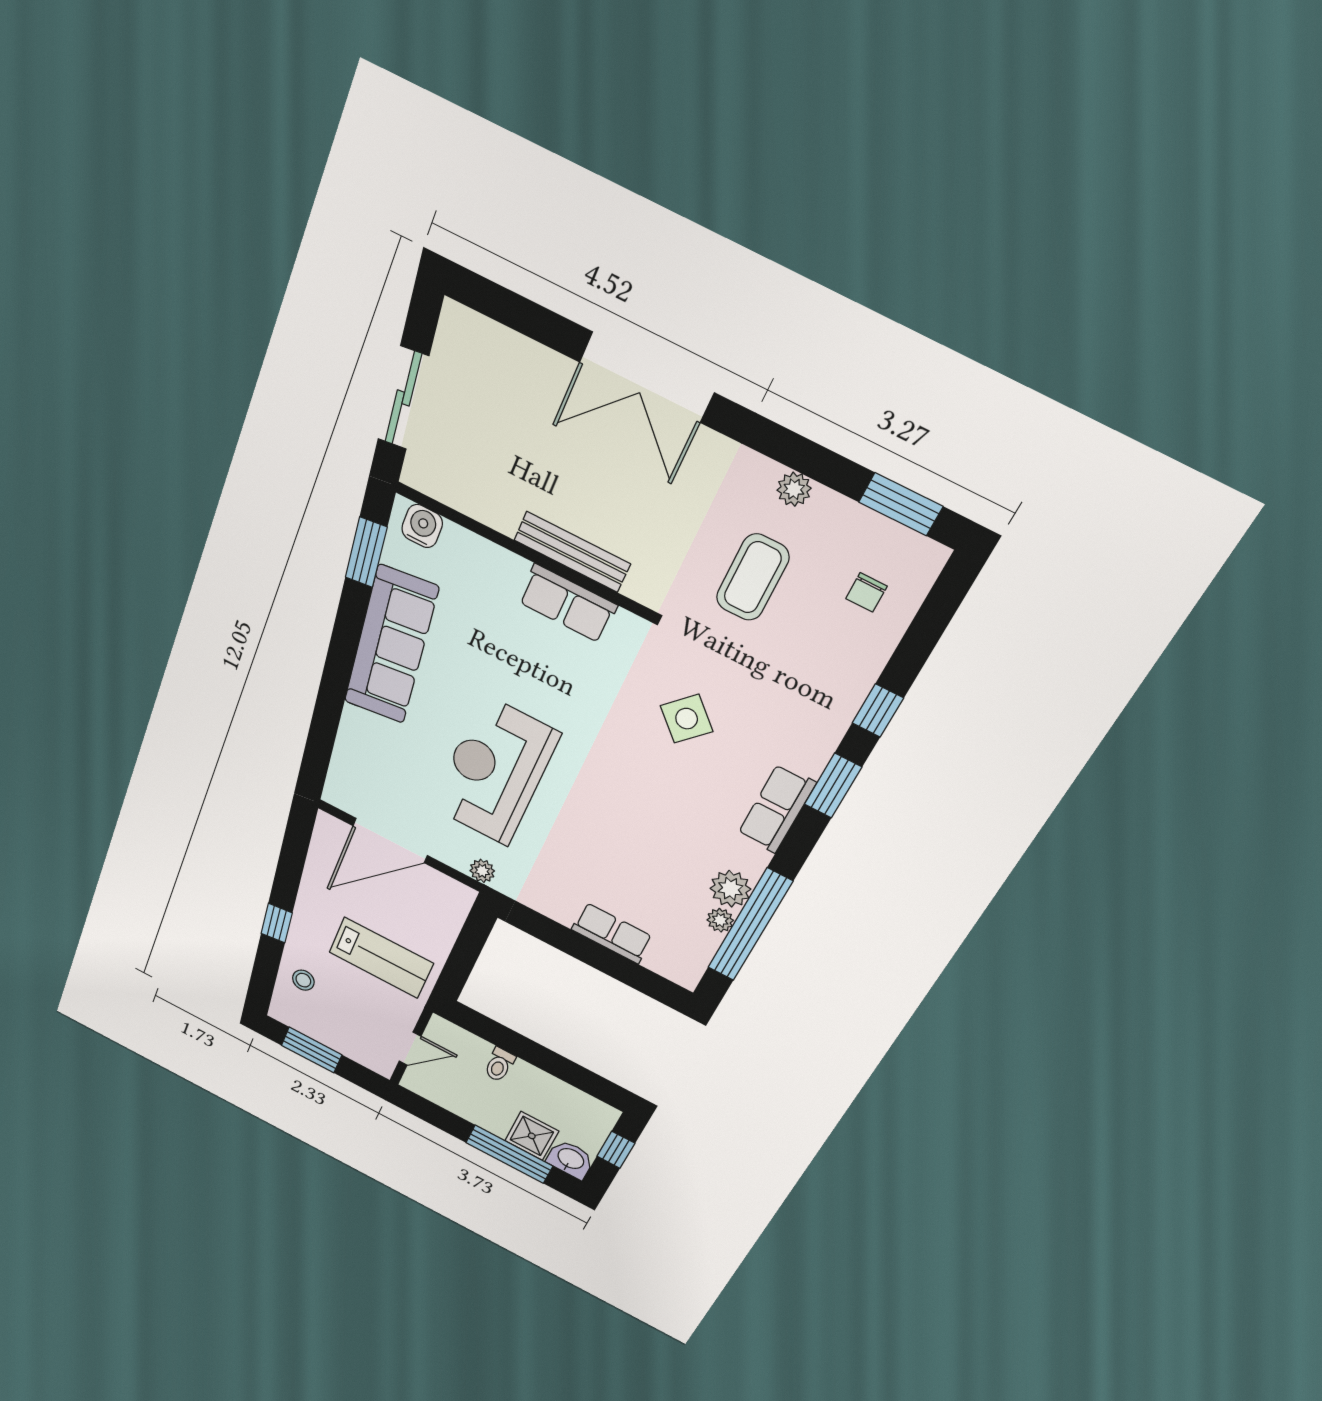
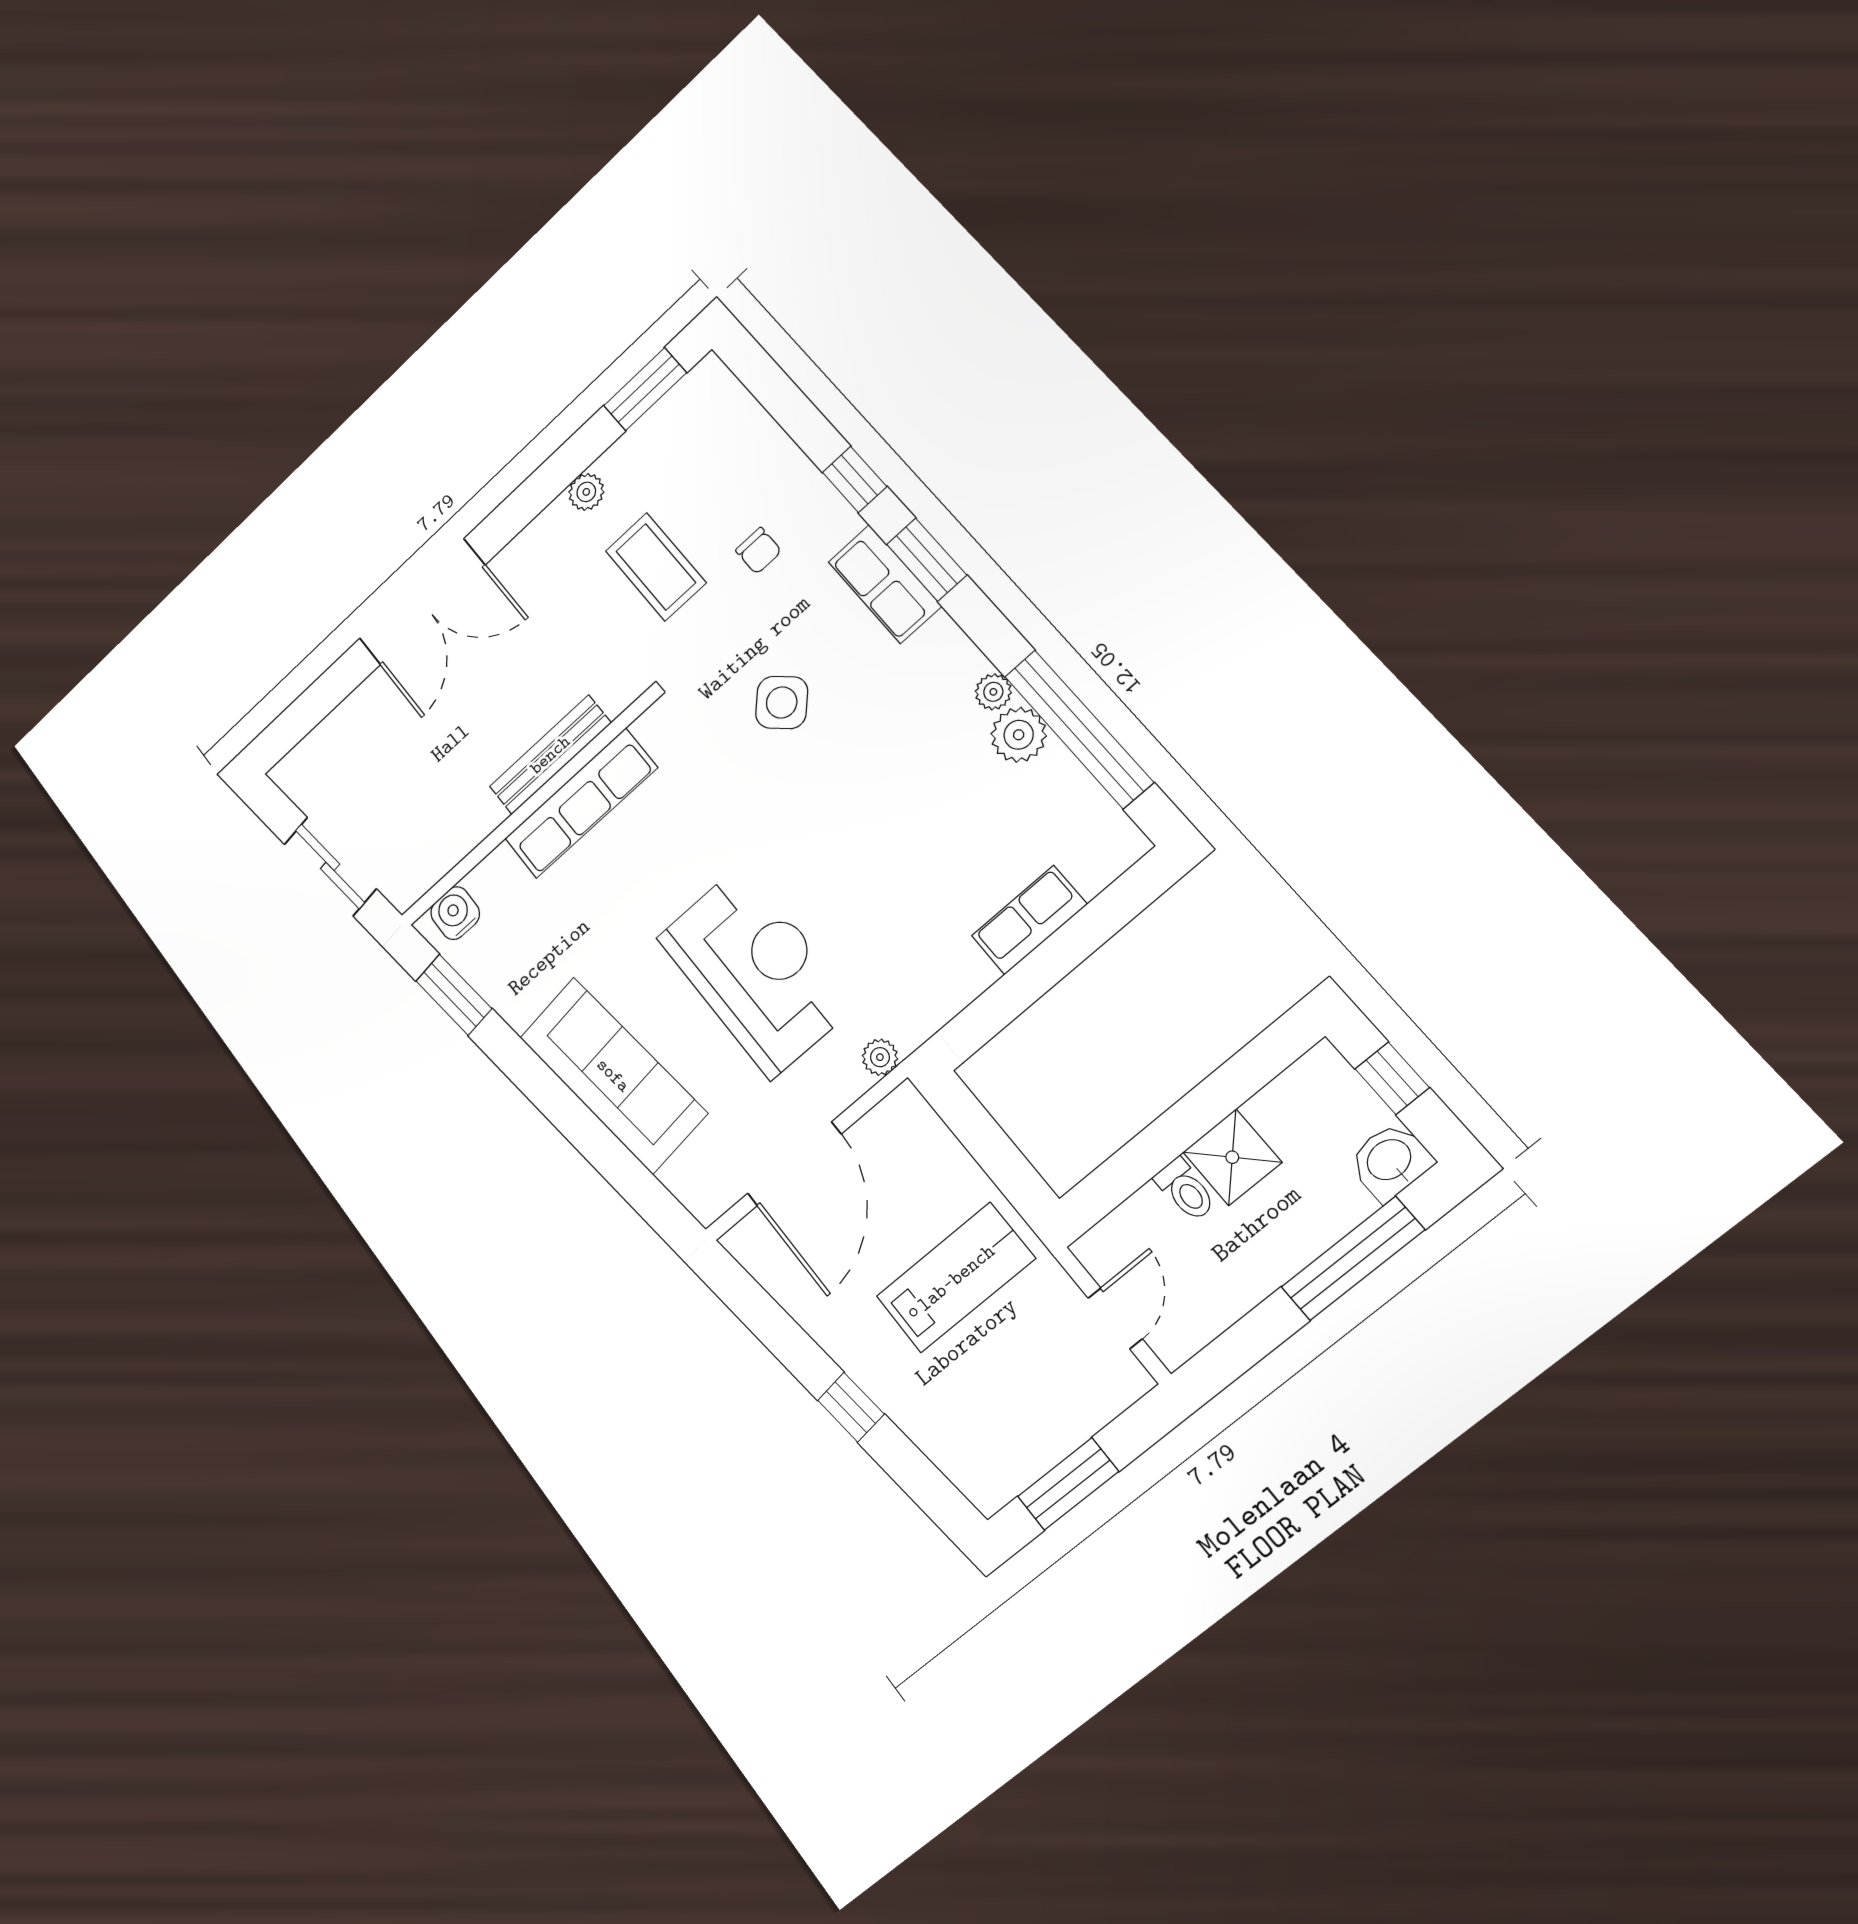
chair: (866, 592) -> (759, 551), moved
row of seats: (567, 603) -> (581, 803), width x1.48
sofa: (391, 645) -> (613, 1075), moved
reception desk: (495, 771) -> (756, 971), turned 180
row of seats: (777, 809) -> (885, 584), moved
plant: (720, 920) -> (993, 692), moved
stool: (303, 980) -> (950, 1422), removed
shower: (532, 1136) -> (1232, 1157), moved

